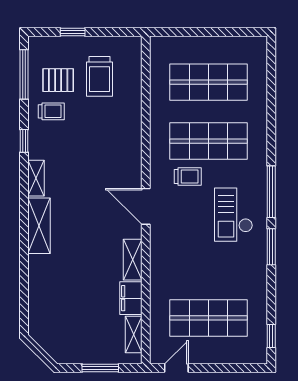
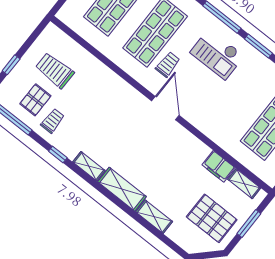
trolley: (100, 76) -> (55, 70), turned 180
door: (146, 206) -> (165, 108), swing flipped
shelving: (133, 260) -> (154, 217), moved
pallet: (78, 330) -> (212, 218), added

